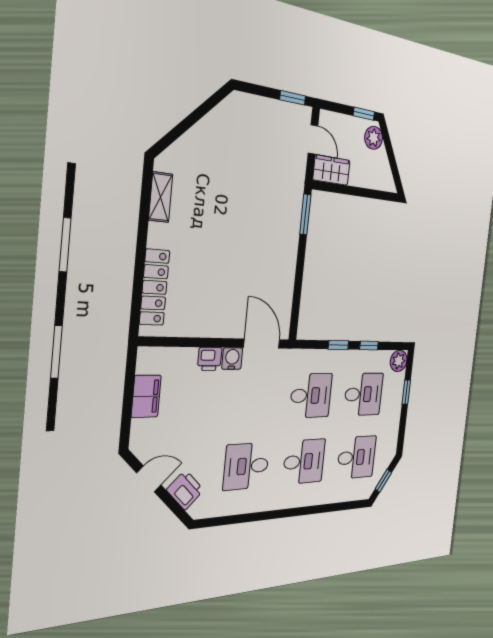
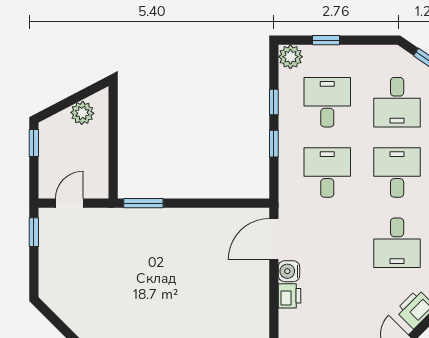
plant: (374, 138) -> (82, 113), moved
wardrobe: (331, 170) -> (96, 177), removed
desk: (356, 457) -> (397, 102), turned 180

